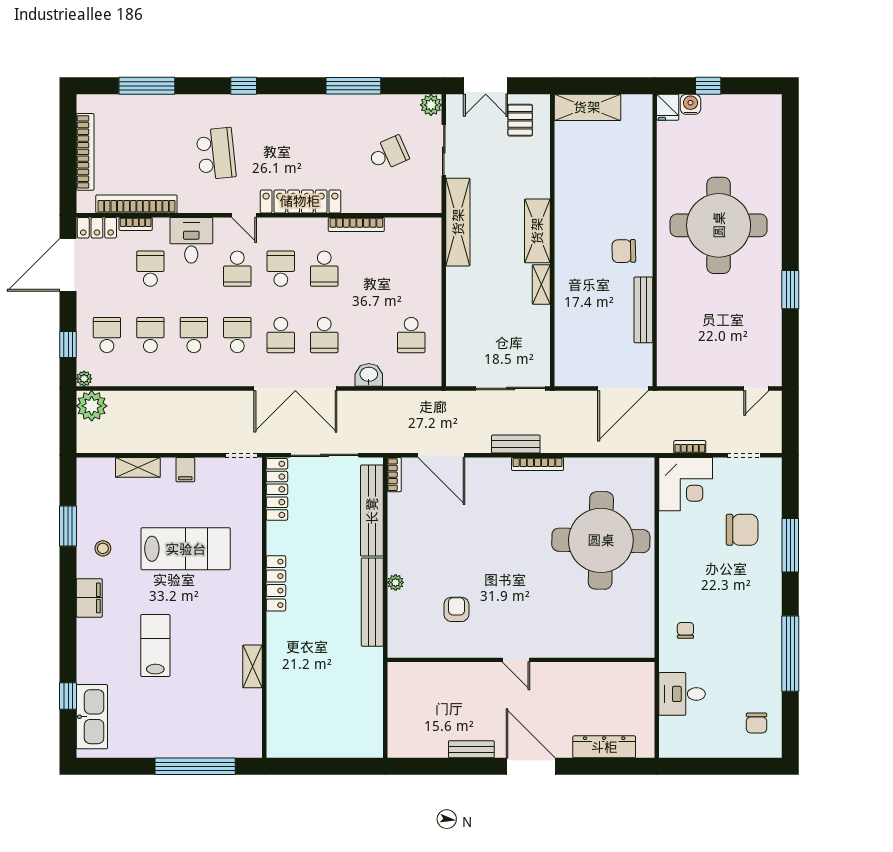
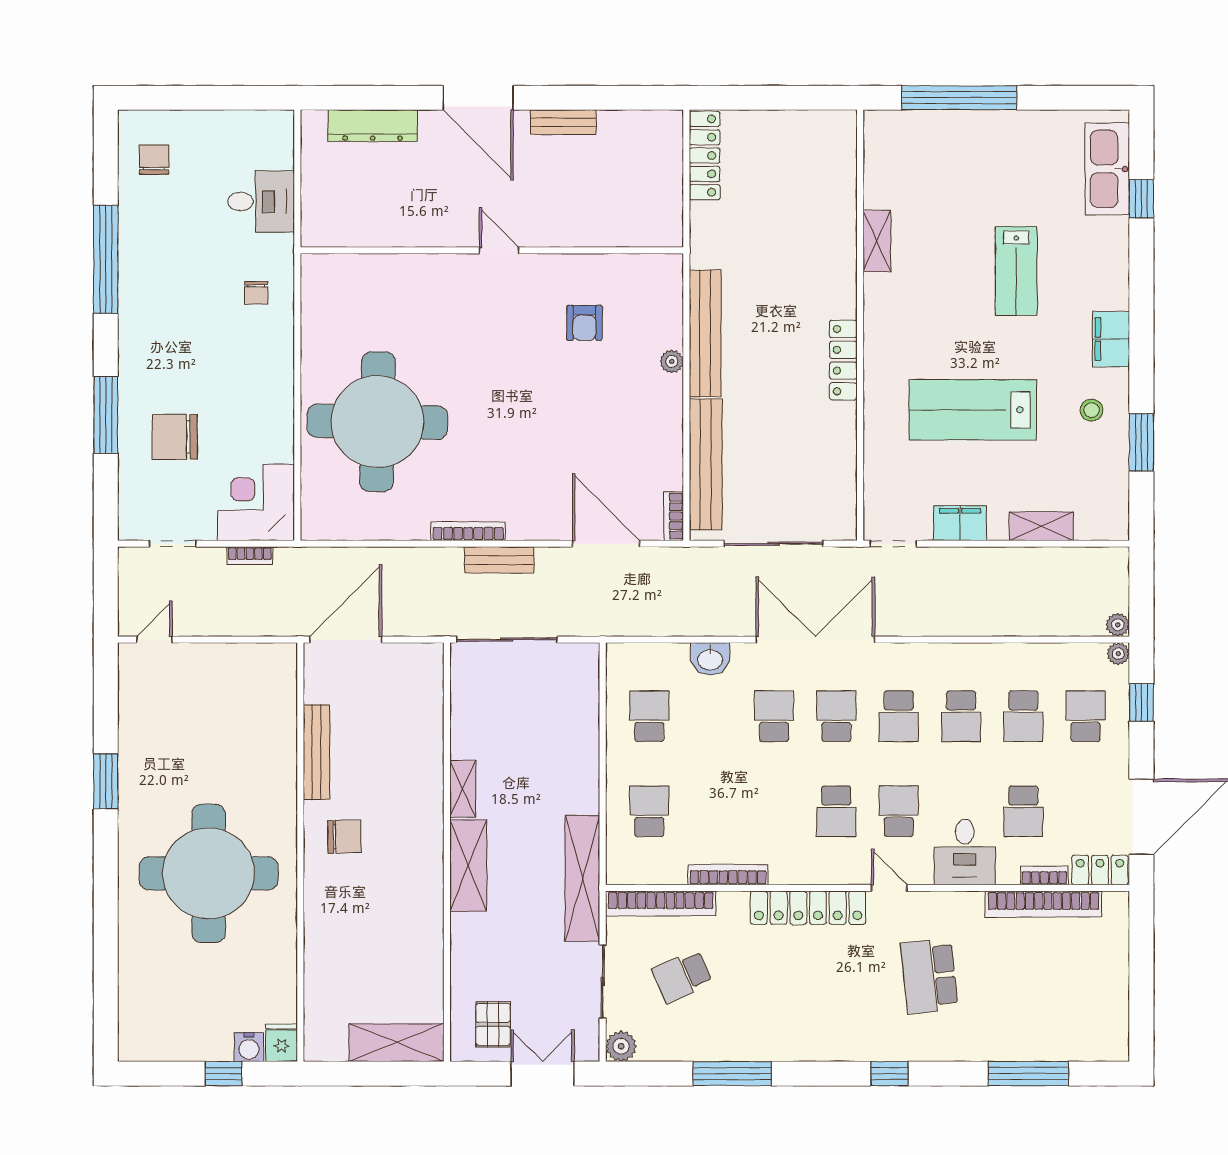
bookcase: (85, 152) -> (661, 903), moved, turned -90
school desk: (324, 269) -> (649, 811), moved
school desk: (107, 335) -> (1086, 716), turned 180
plant: (92, 406) -> (1118, 625), width x0.53, depth x0.53
filing cabinet: (185, 470) -> (960, 523), width x2.00
locker: (277, 489) -> (705, 156), moved, turned 180

